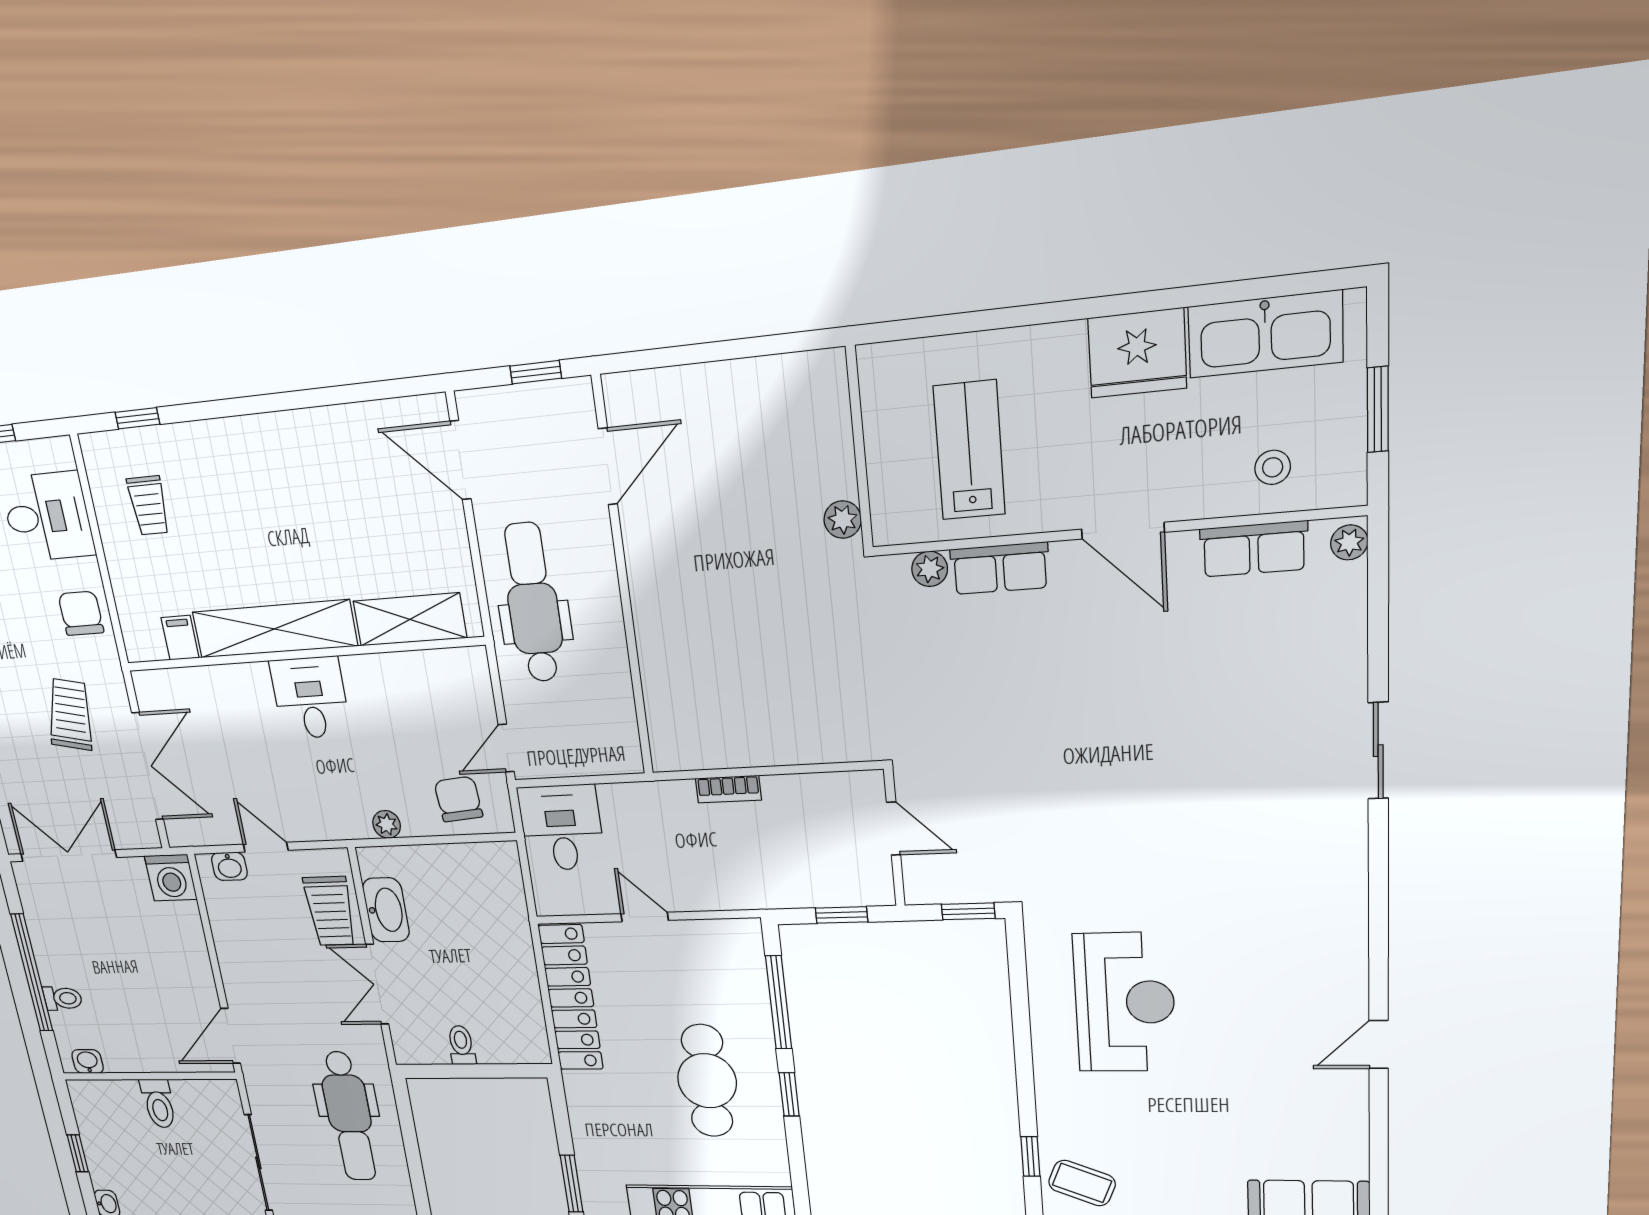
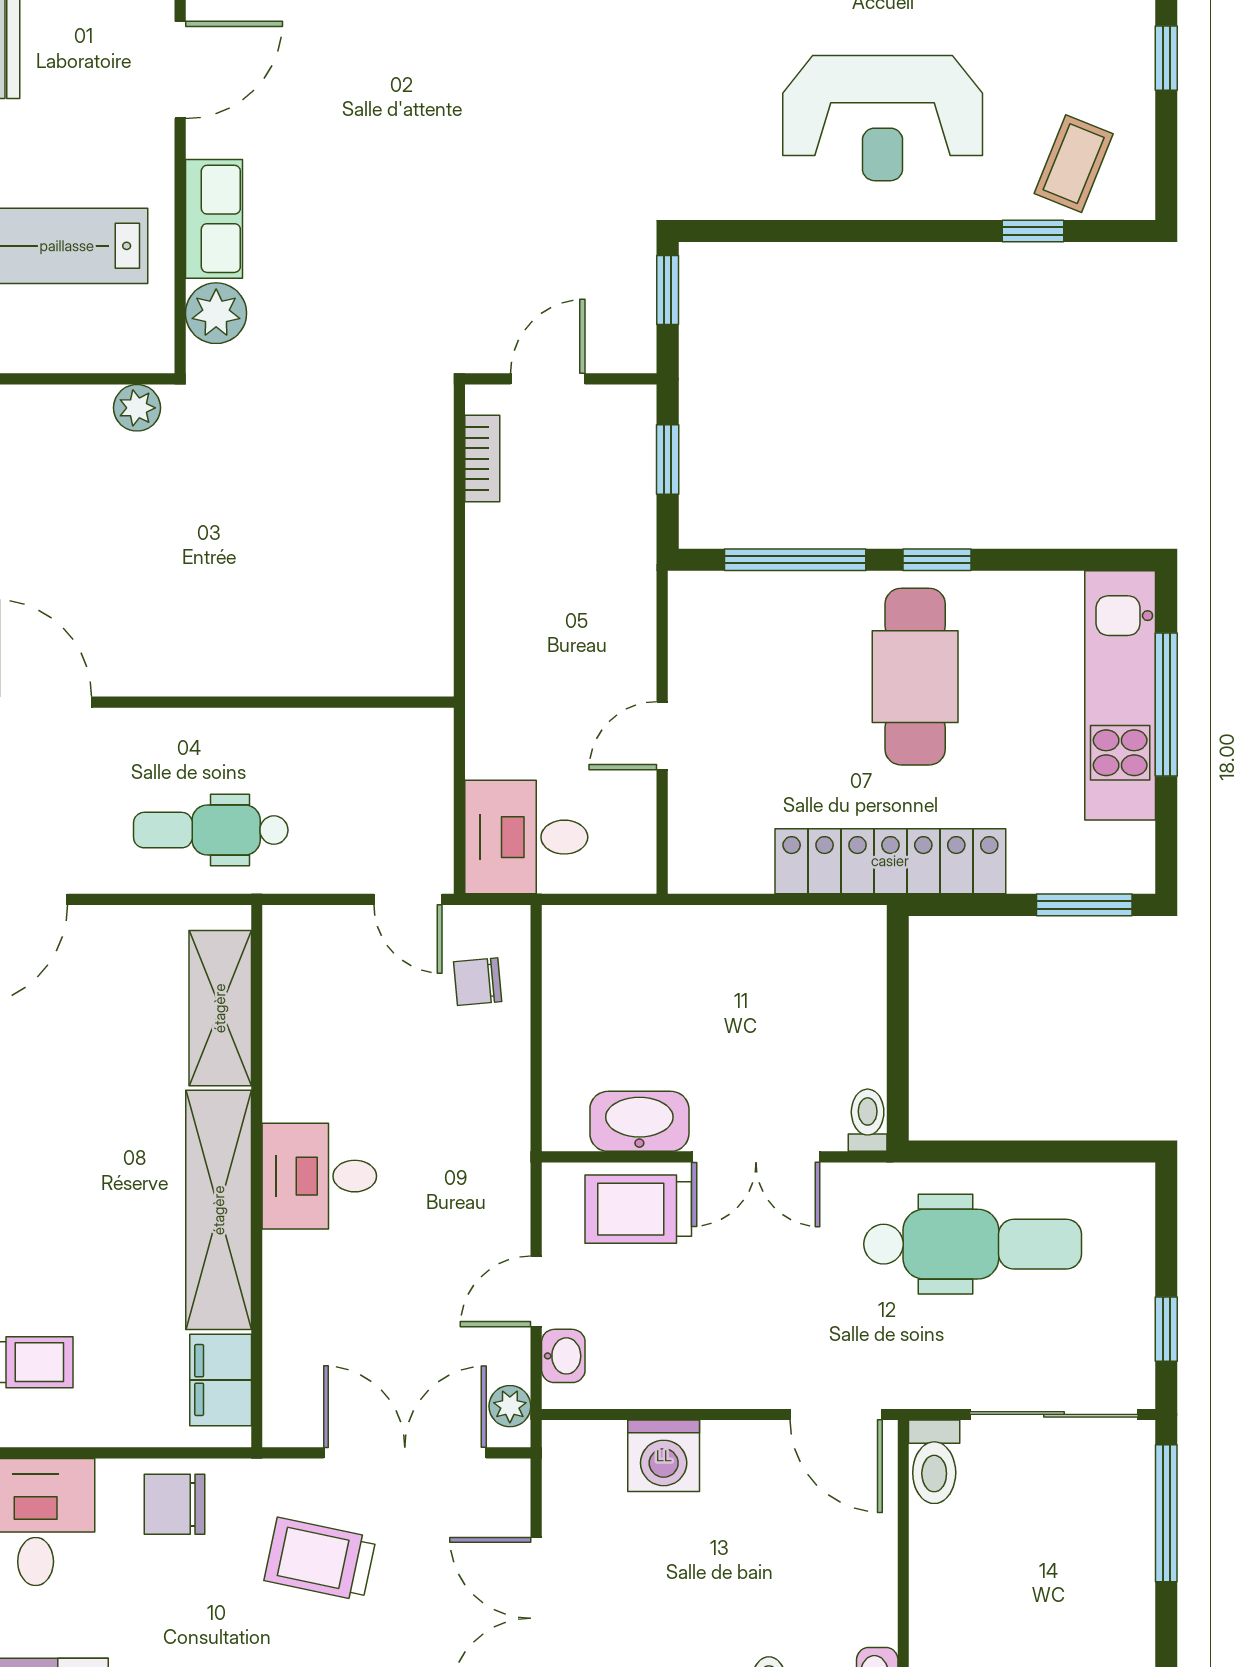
plant: (930, 569) -> (216, 313), width x1.38, depth x1.38
dental chair: (533, 603) -> (211, 830), width x0.73, depth x0.72
filing cabinet: (180, 638) -> (221, 1380), width x2.00
bookcase: (728, 789) -> (482, 459), moved
chair: (458, 799) -> (478, 982), width x0.73, depth x0.73
plant: (387, 824) -> (510, 1406), moved
washing machine: (171, 878) -> (664, 1456), moved, turned 90
trolley: (330, 911) -> (638, 1209), turned 180
locker: (571, 998) -> (890, 861), moved
reception desk: (1125, 1002) -> (883, 118), moved, turned 180
toilet: (461, 1045) -> (868, 1120), moved, turned 90
cafe table: (707, 1081) -> (915, 677), turned 90
toilet: (159, 1103) -> (934, 1462), moved, turned 90

